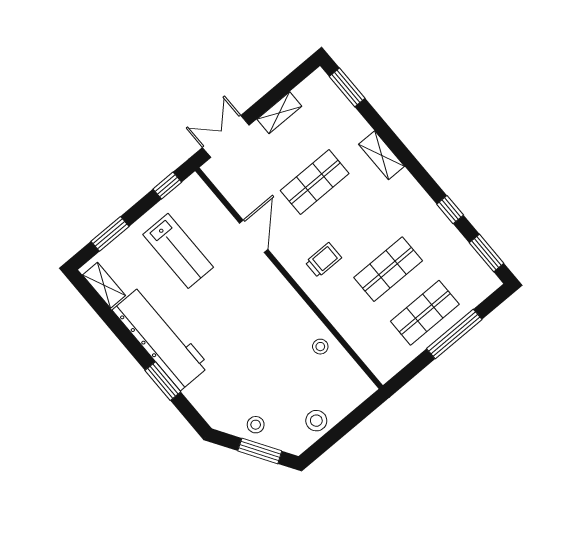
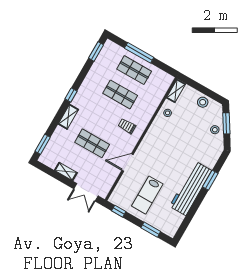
window: (450, 210) -> (71, 95), moved
lab bench: (178, 251) -> (147, 195), turned 180
shelving: (104, 285) -> (176, 91), moved

